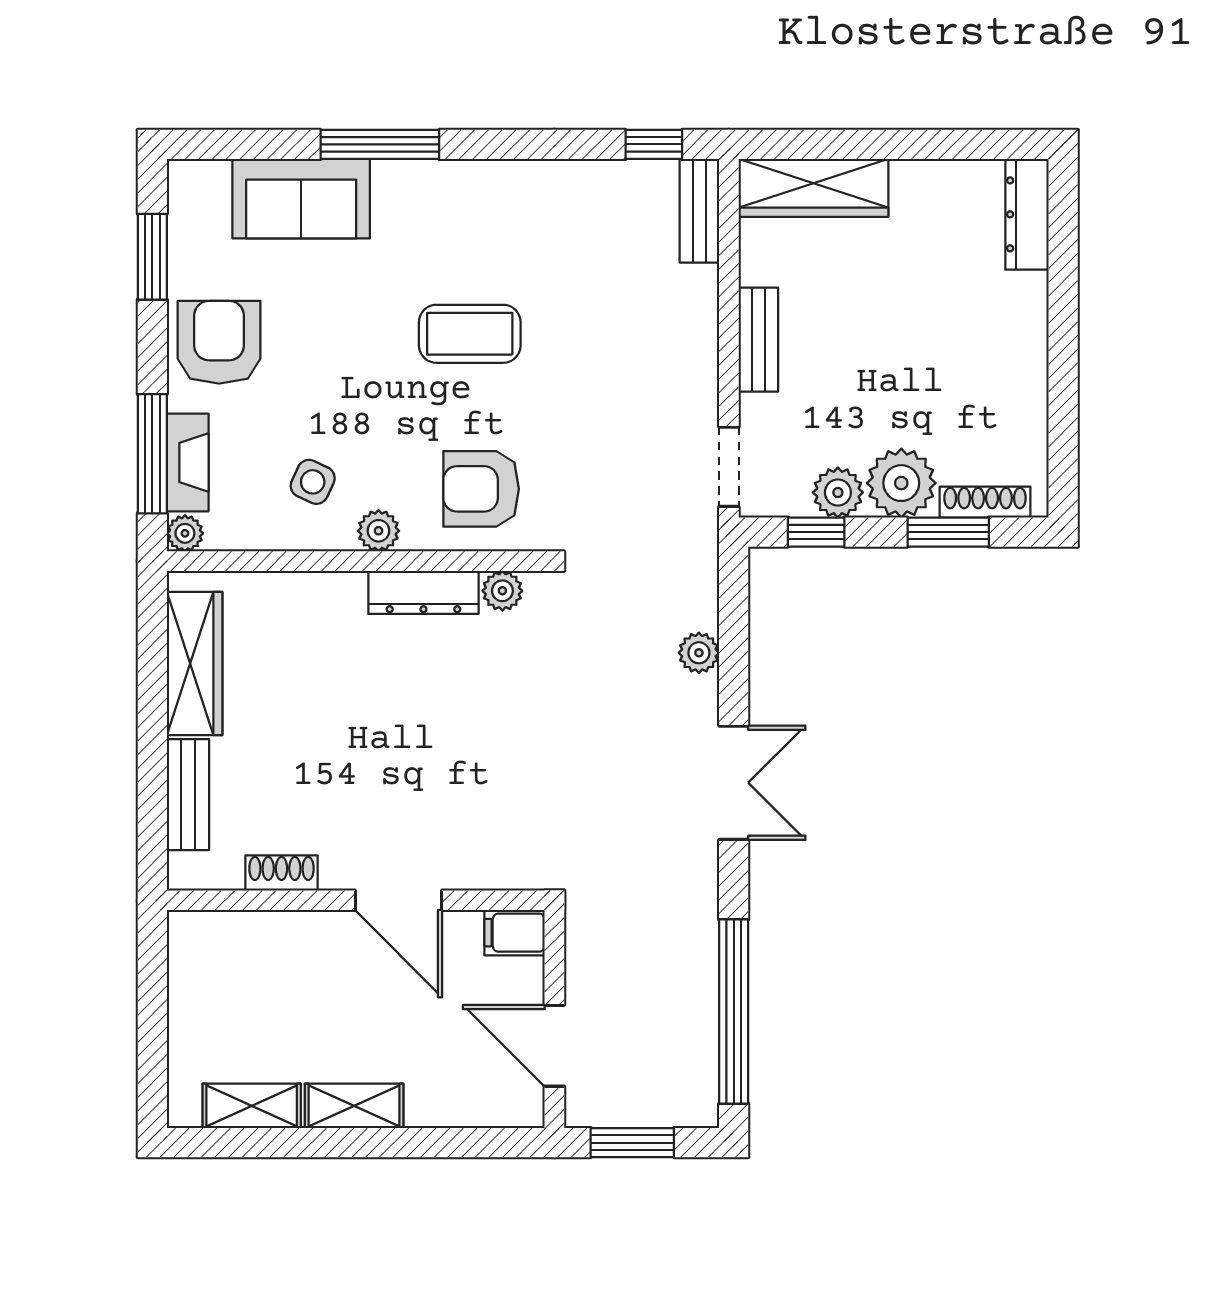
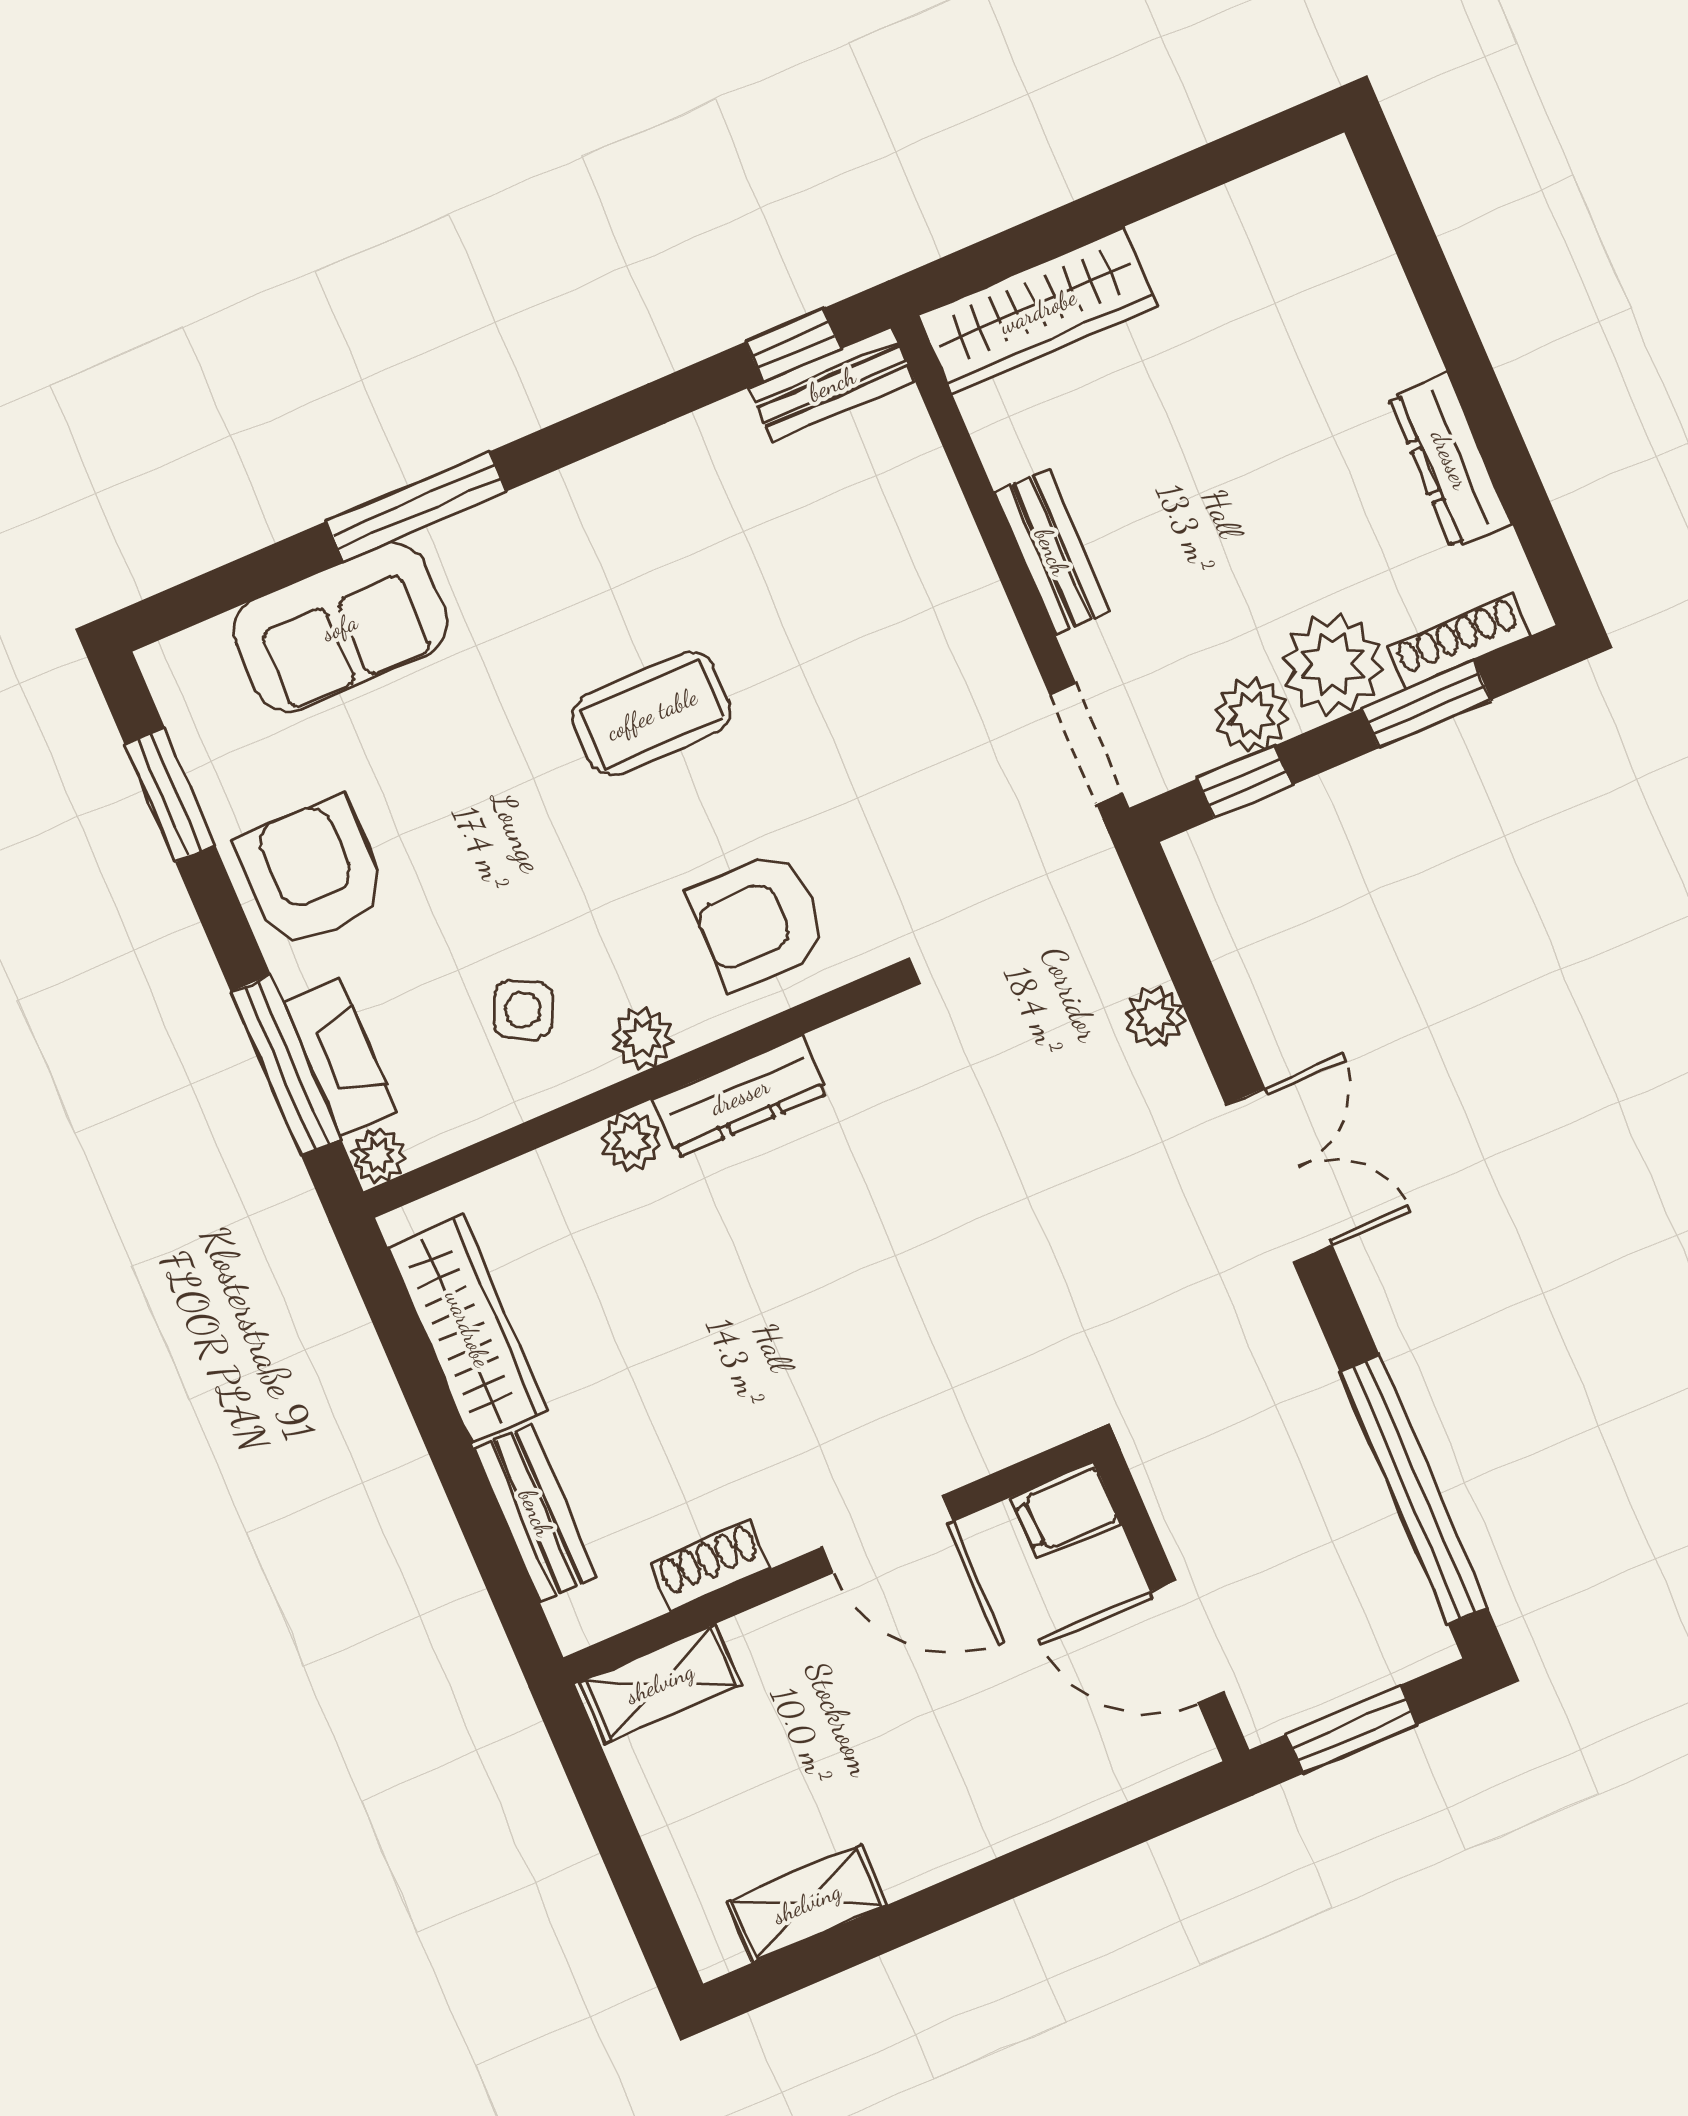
bench: (699, 211) -> (832, 384), moved, turned 90
dresser: (1027, 214) -> (1450, 460), moved
plant: (502, 591) -> (631, 1141), moved
shelving: (354, 1106) -> (660, 1683), moved

